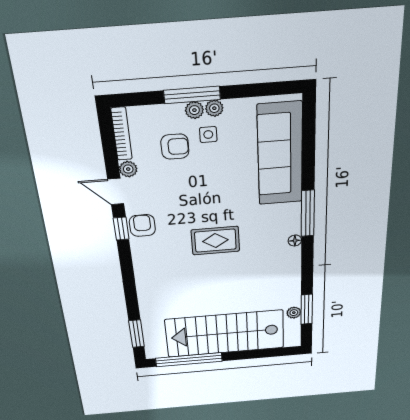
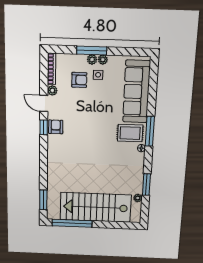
rug: (215, 241) -> (130, 133), moved
window: (307, 309) -> (146, 185), moved

